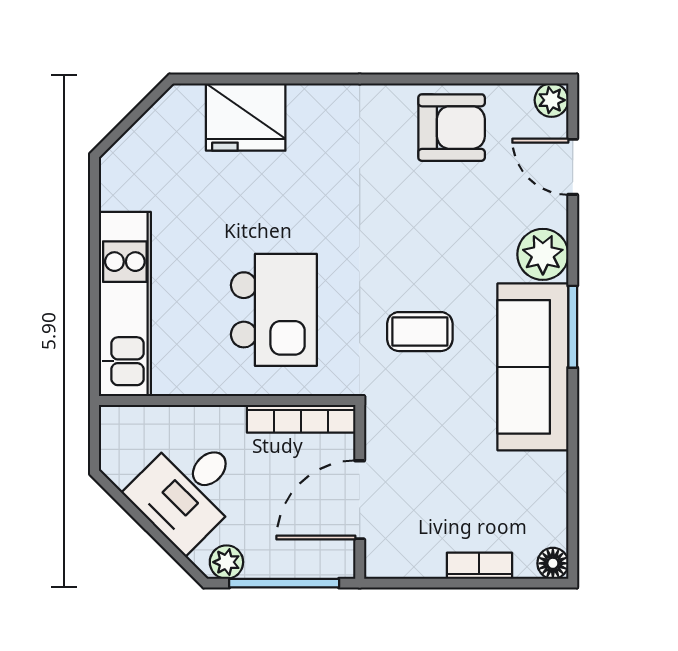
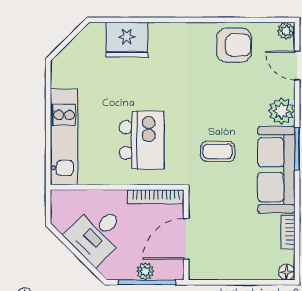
plant: (226, 562) -> (145, 271), moved
bookcase: (479, 566) -> (288, 232), moved, turned -90

